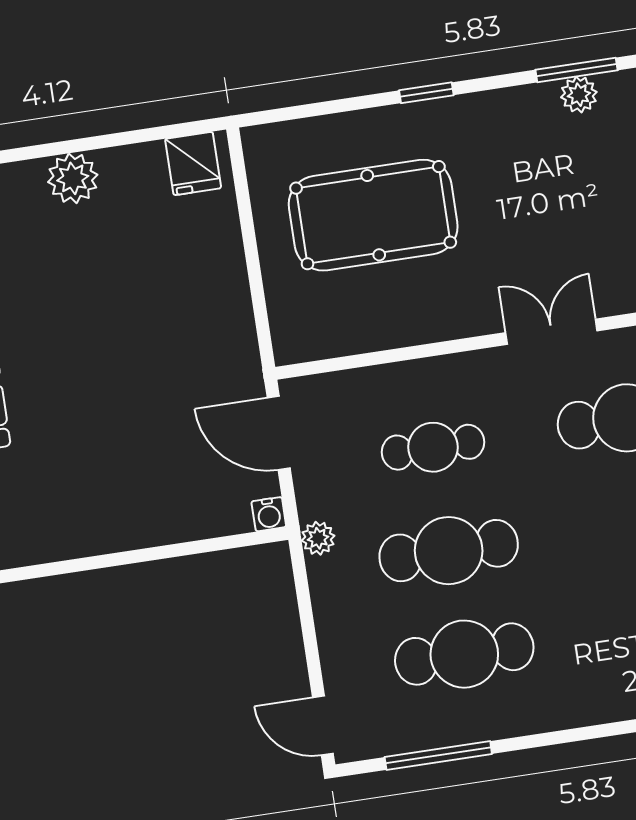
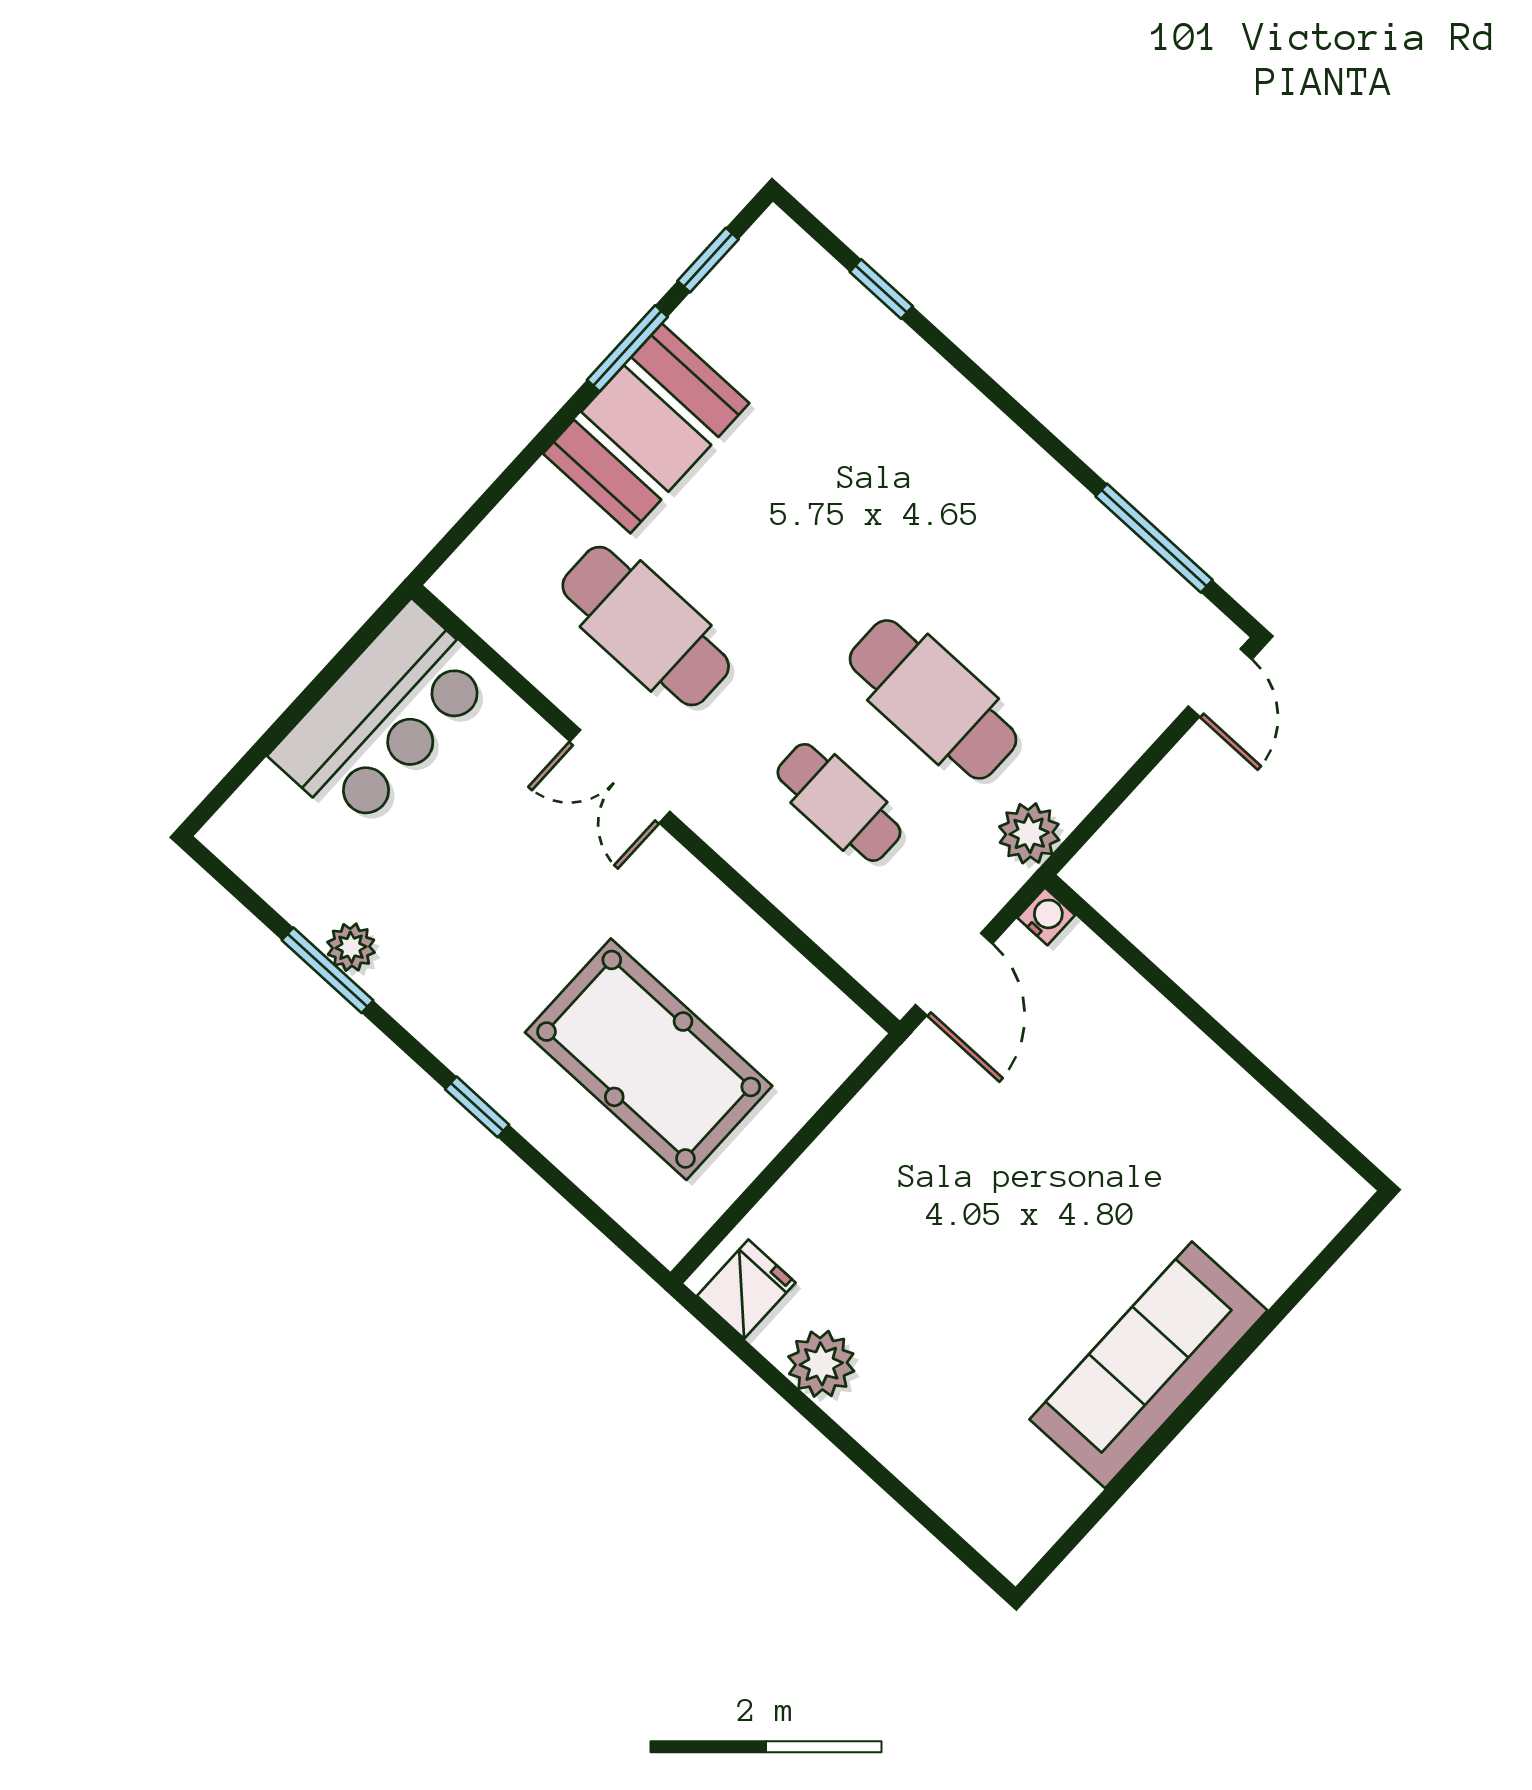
plant: (73, 178) -> (821, 1364), moved
plant: (318, 538) -> (1029, 833), width x1.38, depth x1.38
cafe table: (464, 654) -> (1027, 596), removed

